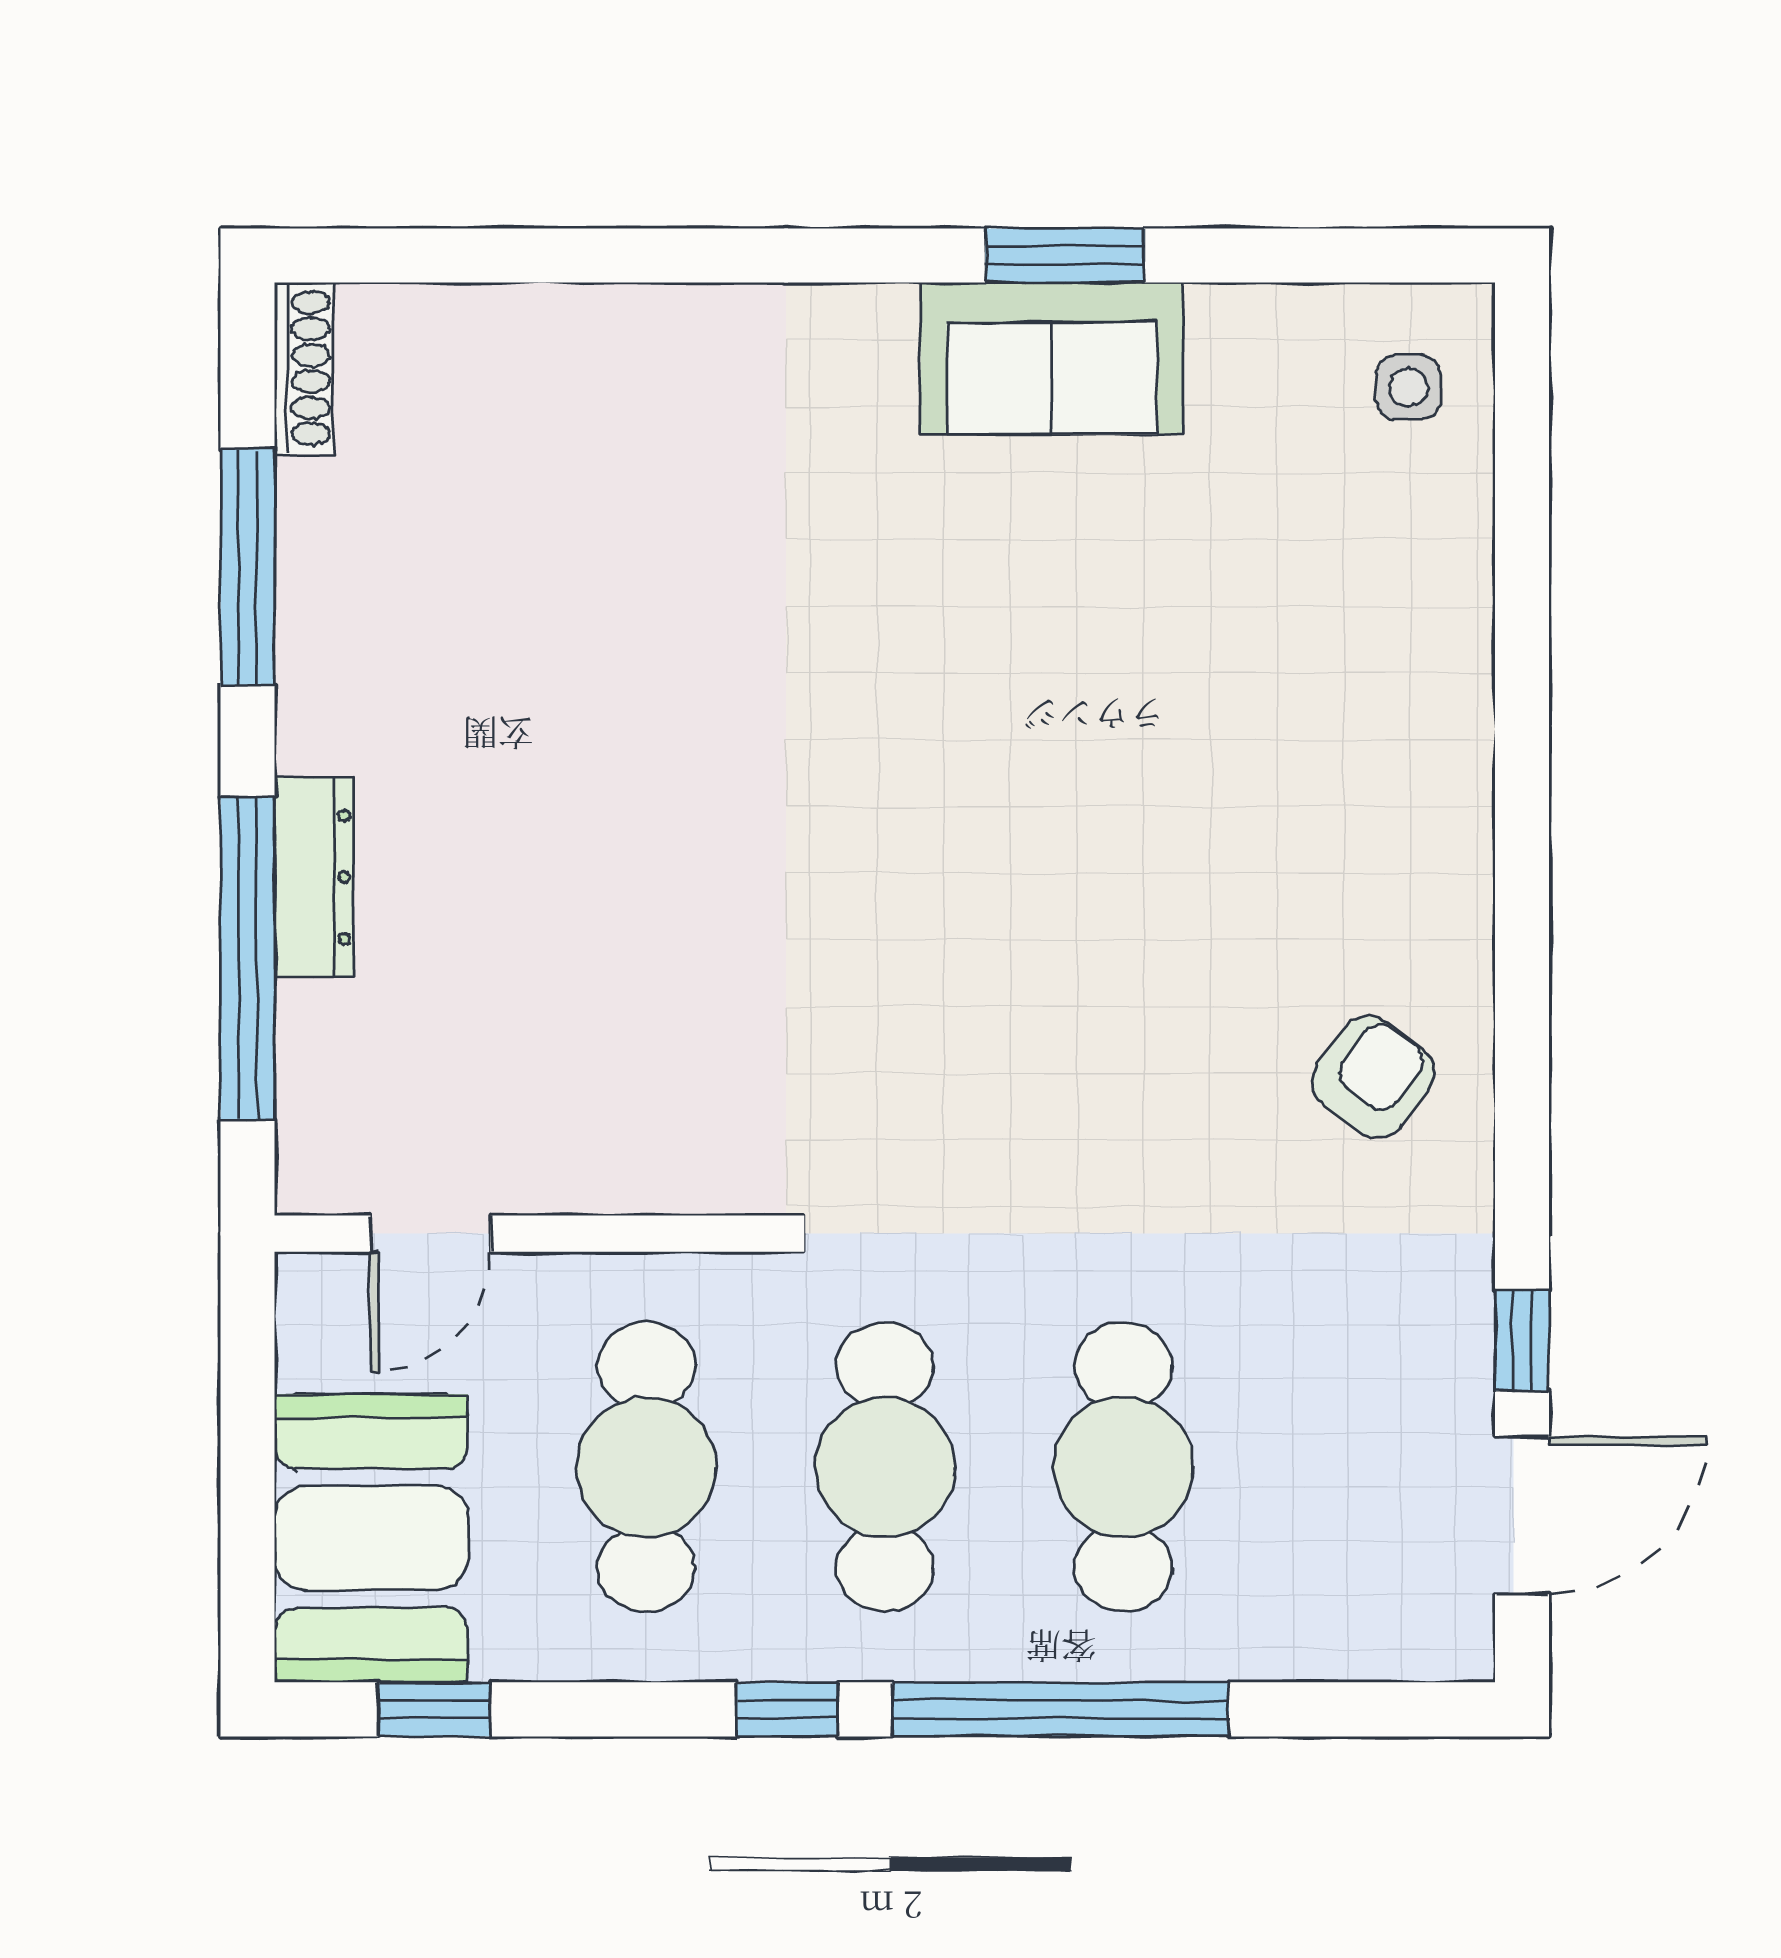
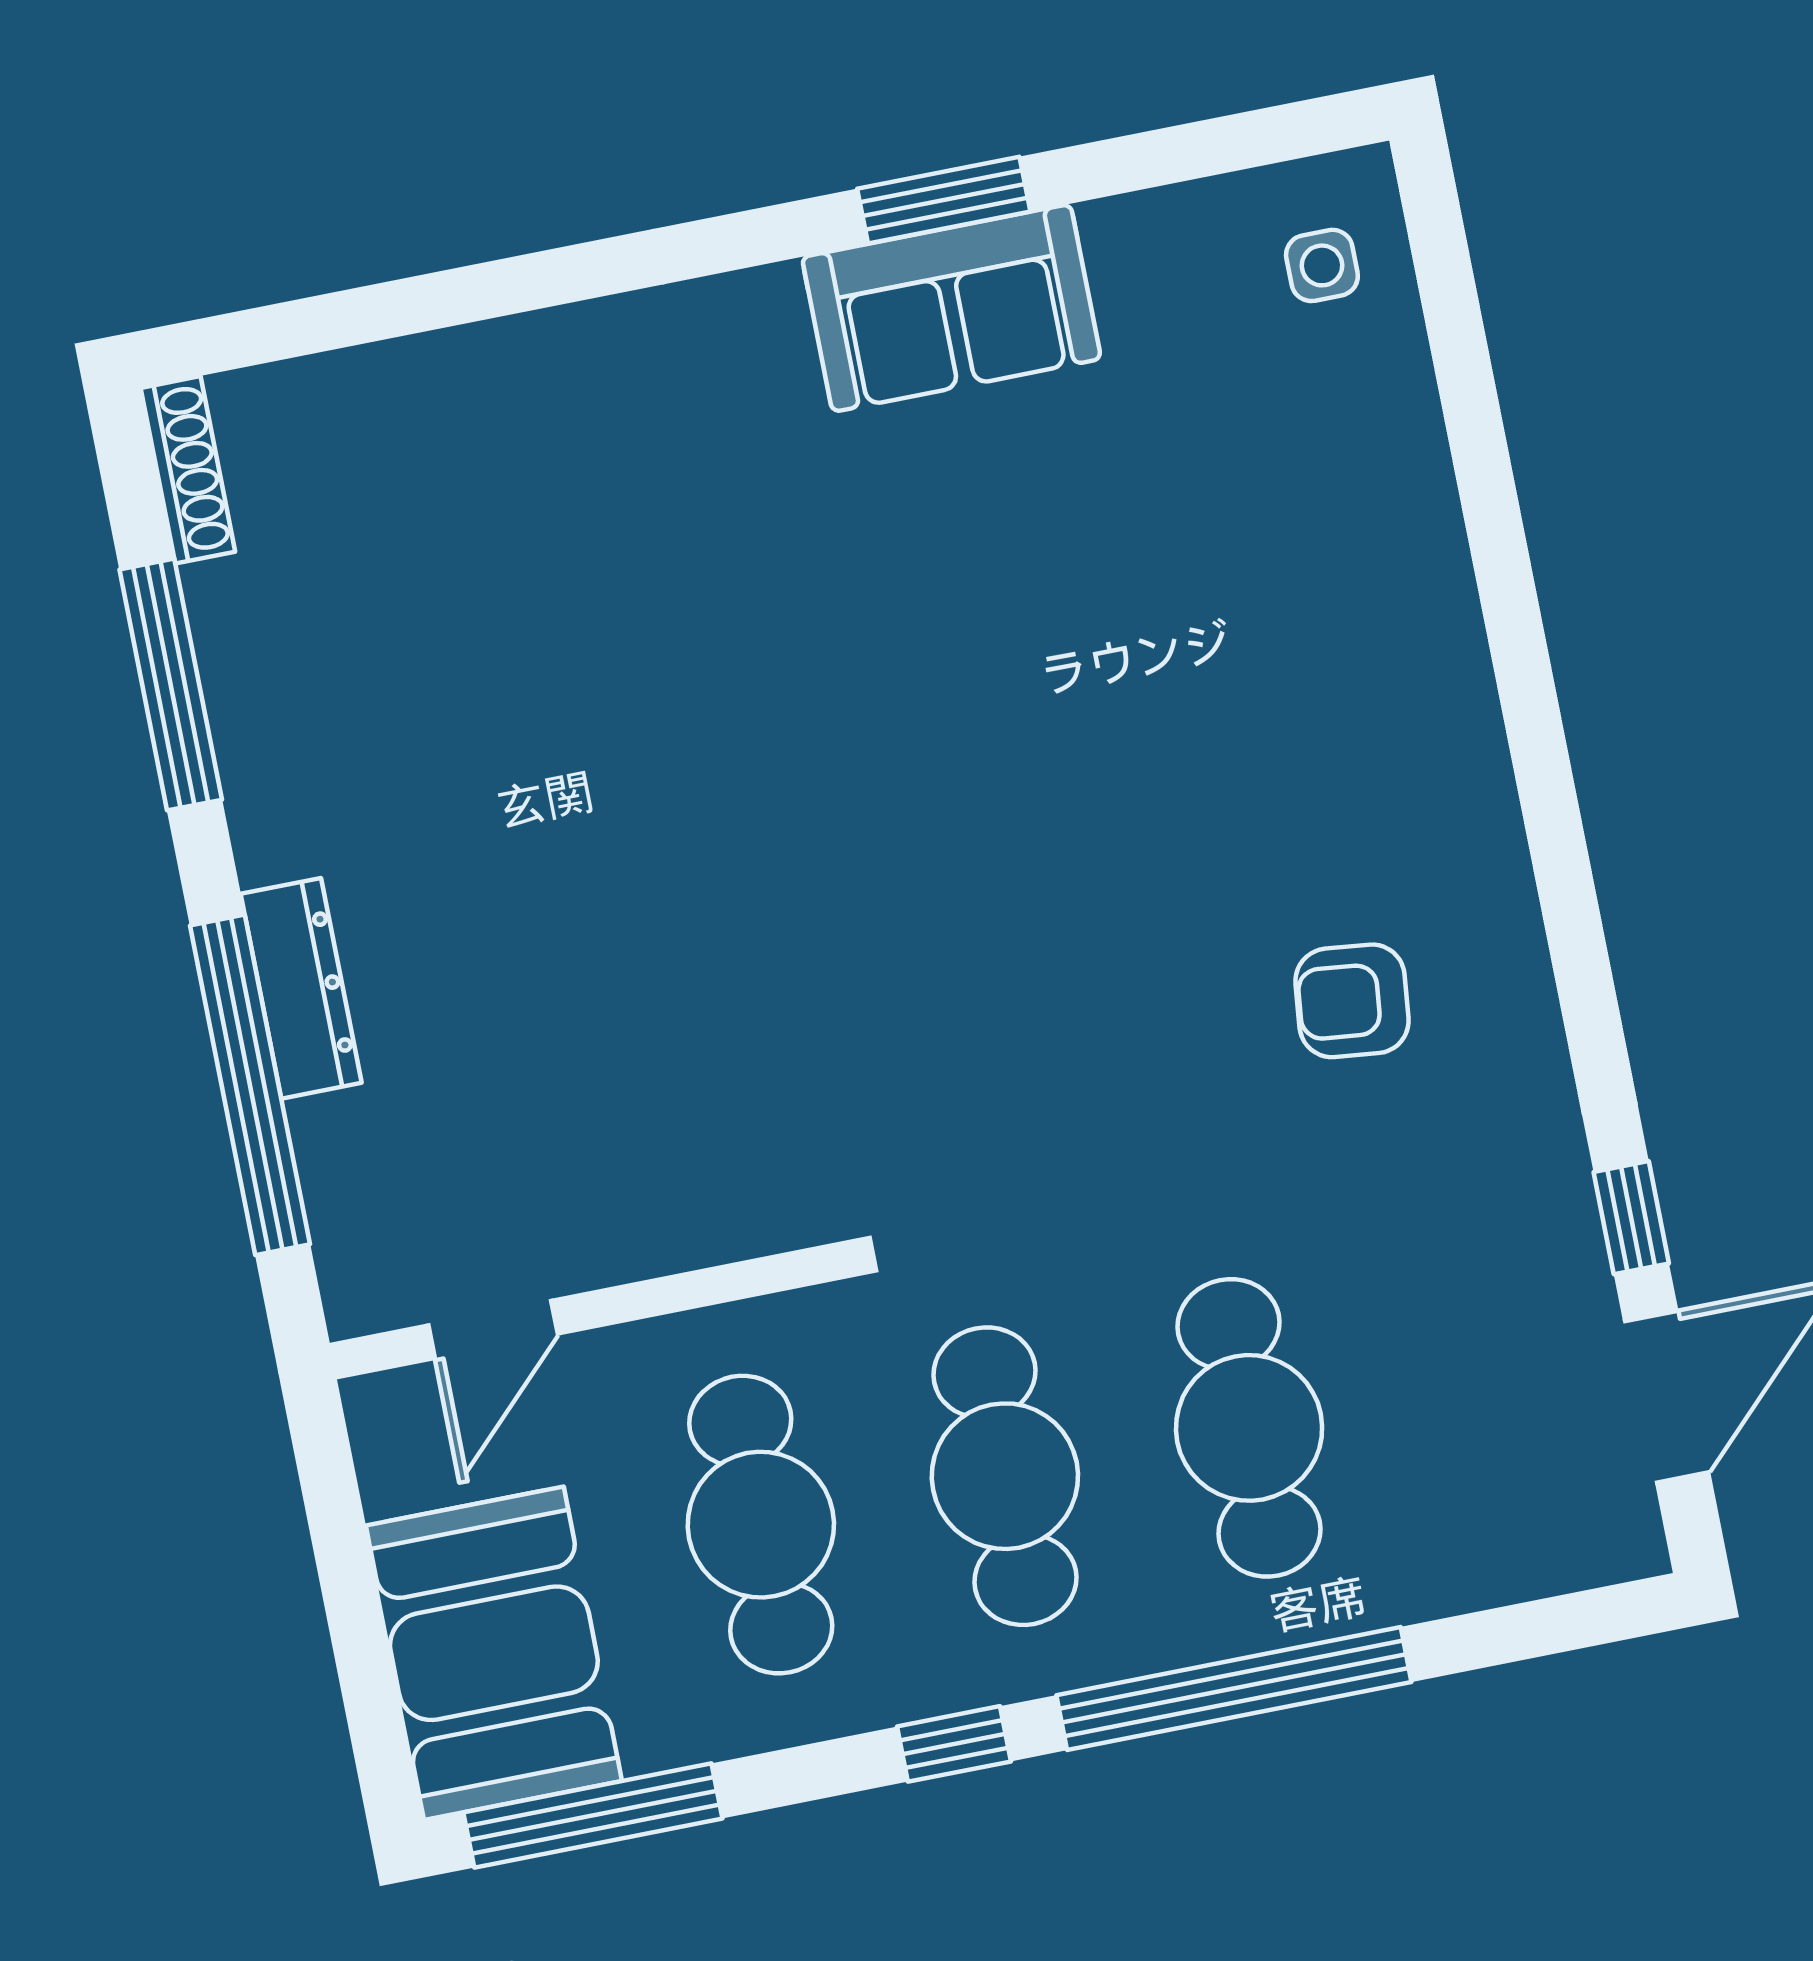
armchair: (1373, 1077) -> (1352, 1001), moved, turned -121
window: (434, 1709) -> (593, 1815), width x2.17

